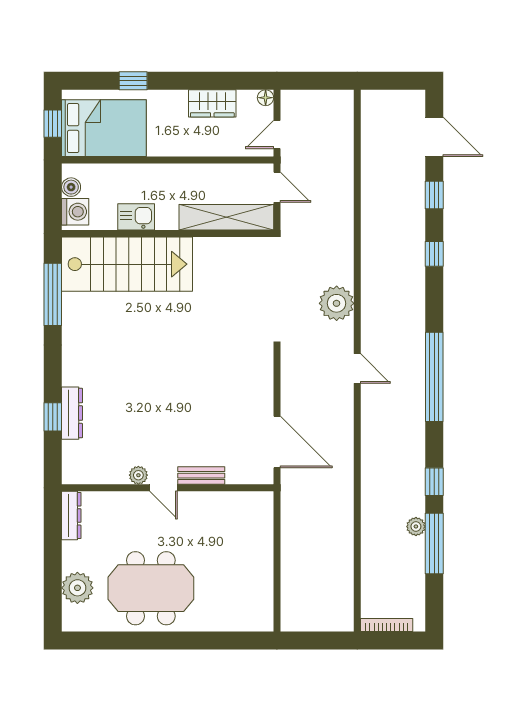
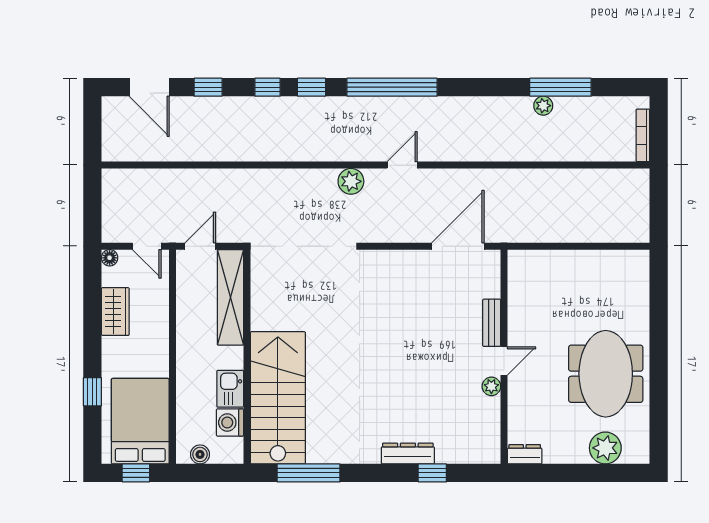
door: (434, 137) -> (149, 87), swing flipped
washing machine: (75, 212) -> (230, 422), moved, turned -90
plant: (337, 303) -> (351, 181), moved, width x0.73, depth x0.73
door: (357, 368) -> (402, 165), moved
dresser: (72, 413) -> (408, 454), moved
window: (434, 482) -> (311, 87), moved
dresser: (71, 516) -> (525, 454), width x0.70

